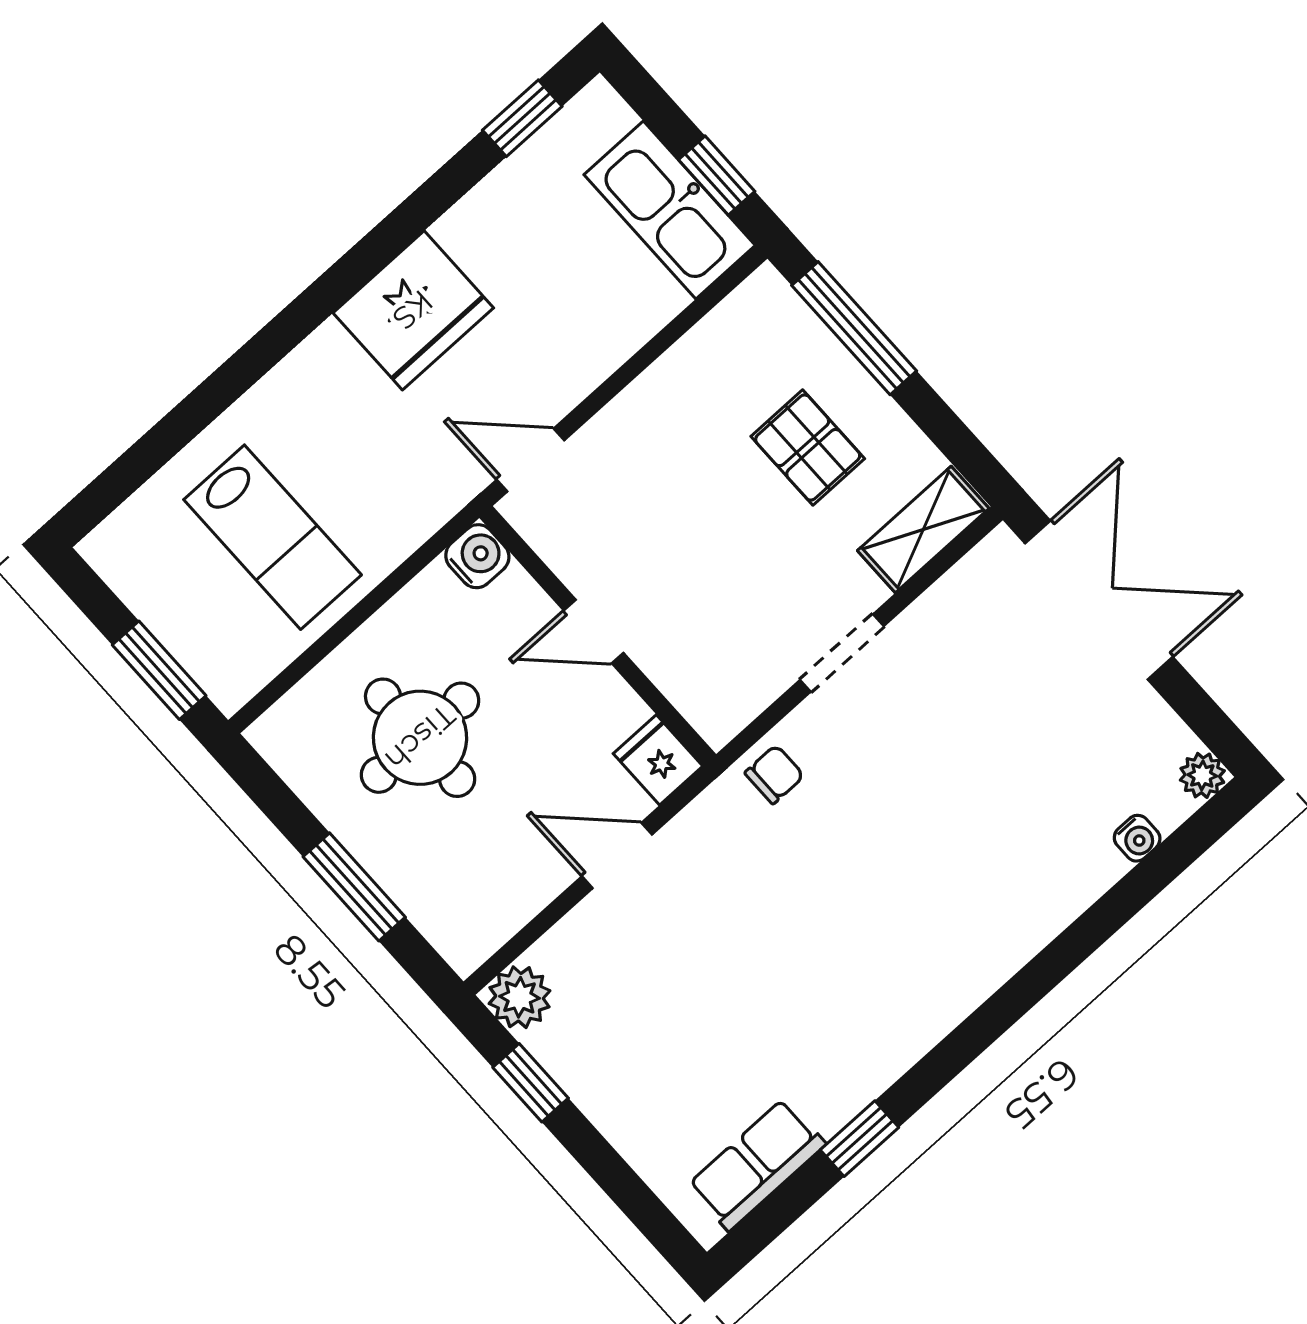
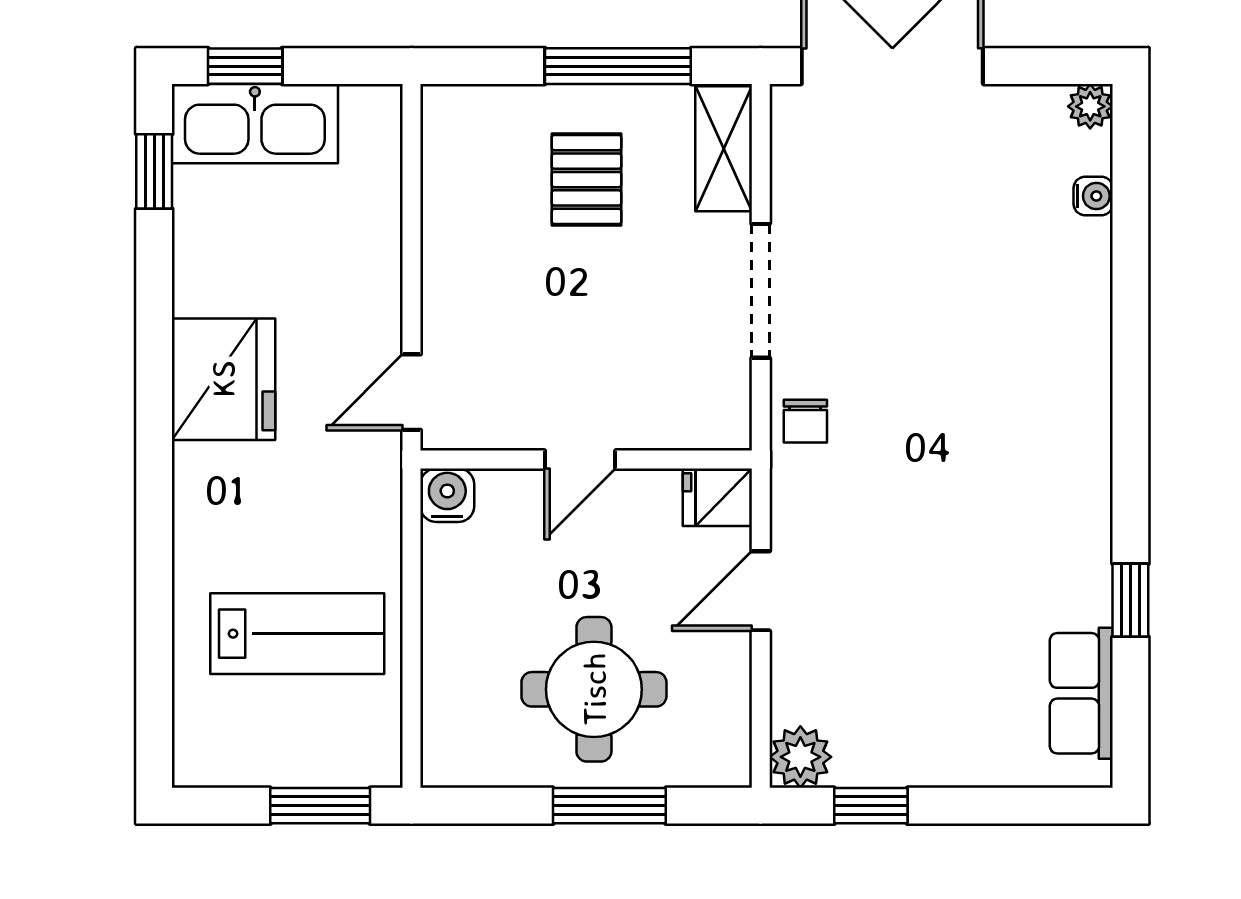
window: (717, 176) -> (245, 66), moved
kitchen sink: (670, 210) -> (255, 124), moved
window: (854, 328) -> (618, 66), moved
pallet: (808, 448) -> (586, 180), turned 90
doorway: (842, 653) -> (761, 291), width x1.38
round table: (420, 738) -> (594, 689), moved
chair: (774, 774) -> (805, 421), turned 180

